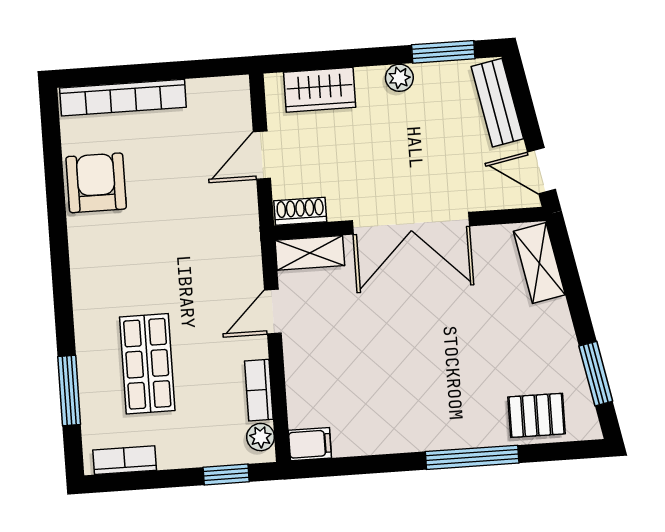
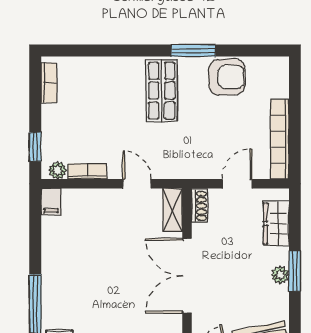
window: (443, 52) -> (295, 271), moved
bookcase: (123, 98) -> (280, 139), moved
door: (262, 155) -> (237, 184), hinge flipped
shop shelf: (147, 364) -> (162, 91), moved, turned 90
window: (69, 391) -> (193, 51), moved

